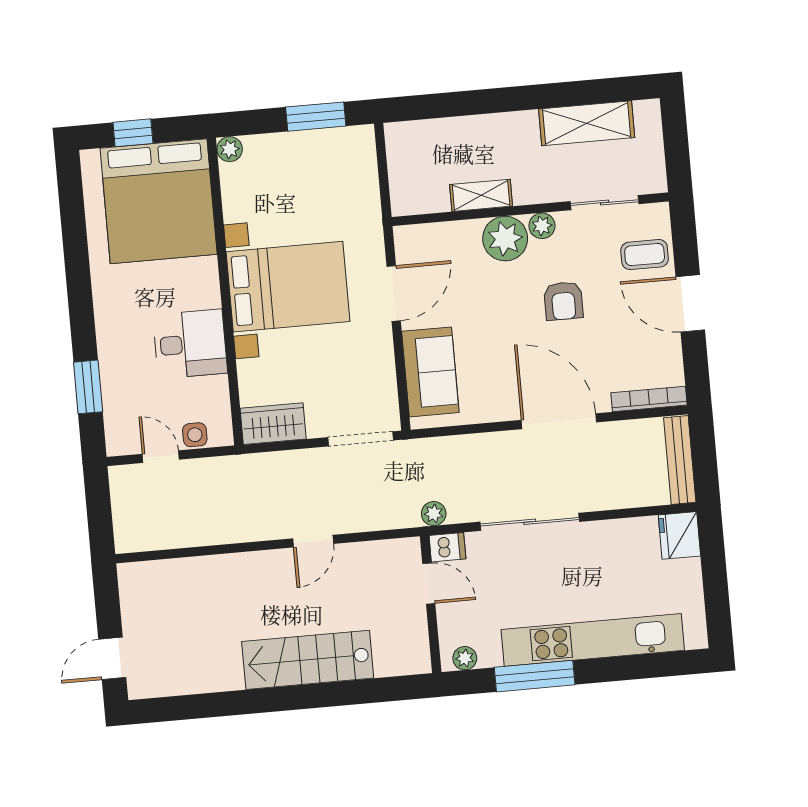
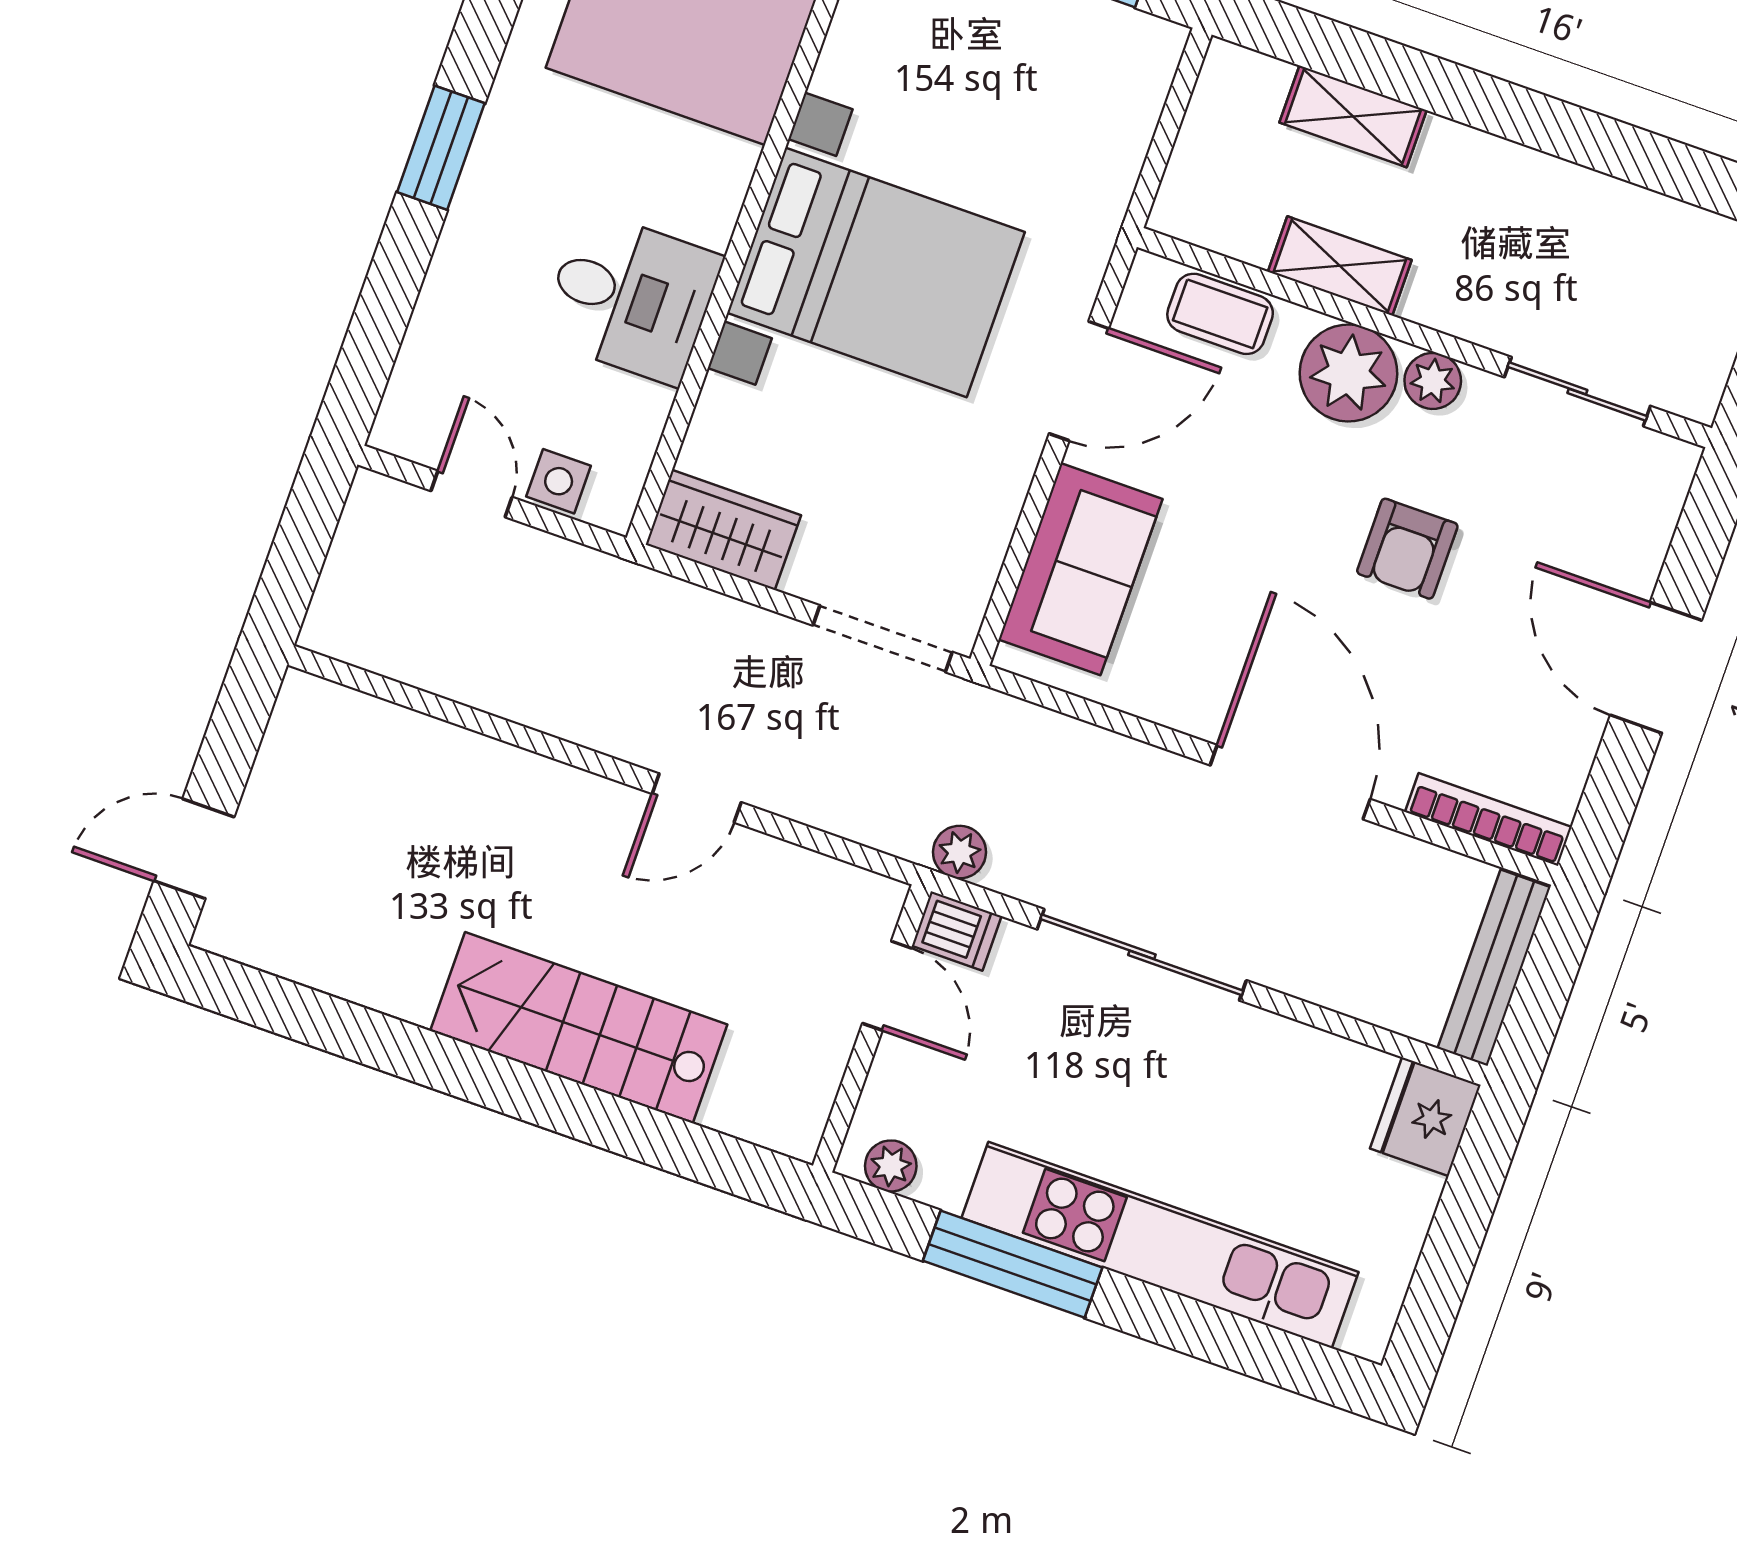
shelving: (587, 123) -> (1353, 116), moved, width x0.67, depth x0.75
coffee table: (645, 255) -> (1220, 314), moved
window: (88, 387) -> (441, 148), moved

